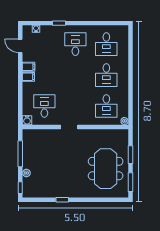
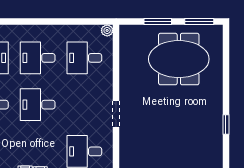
desk: (75, 75) -> (38, 105), added
desk: (106, 75) -> (38, 58), turned 180
desk: (106, 106) -> (84, 58), turned 180

